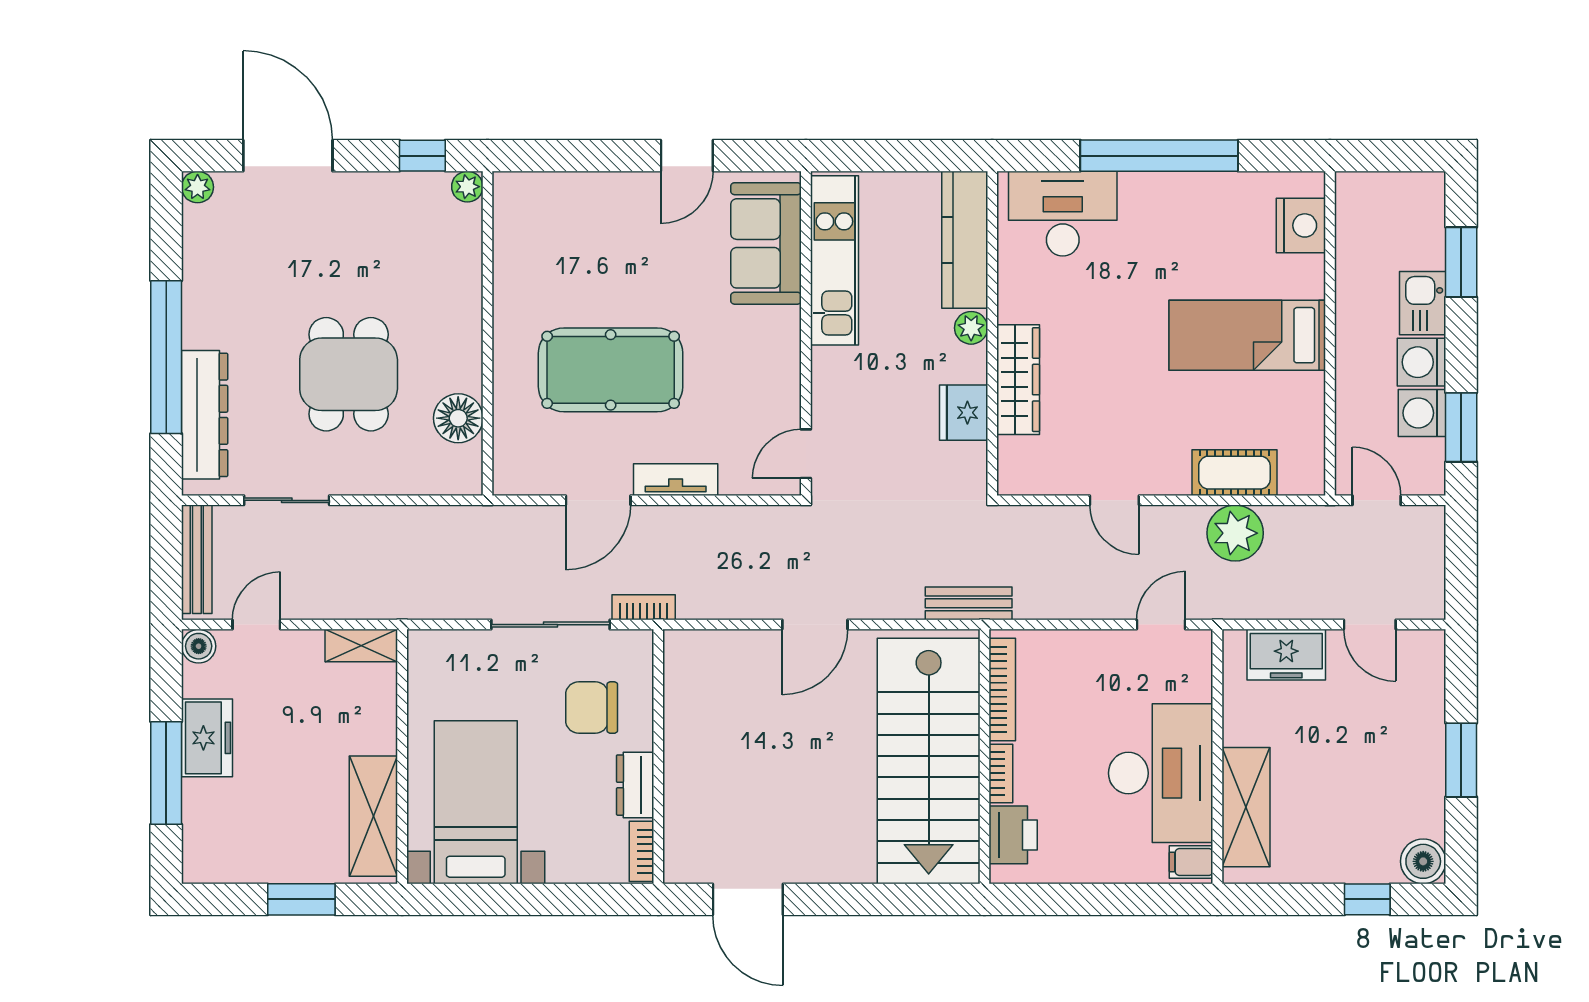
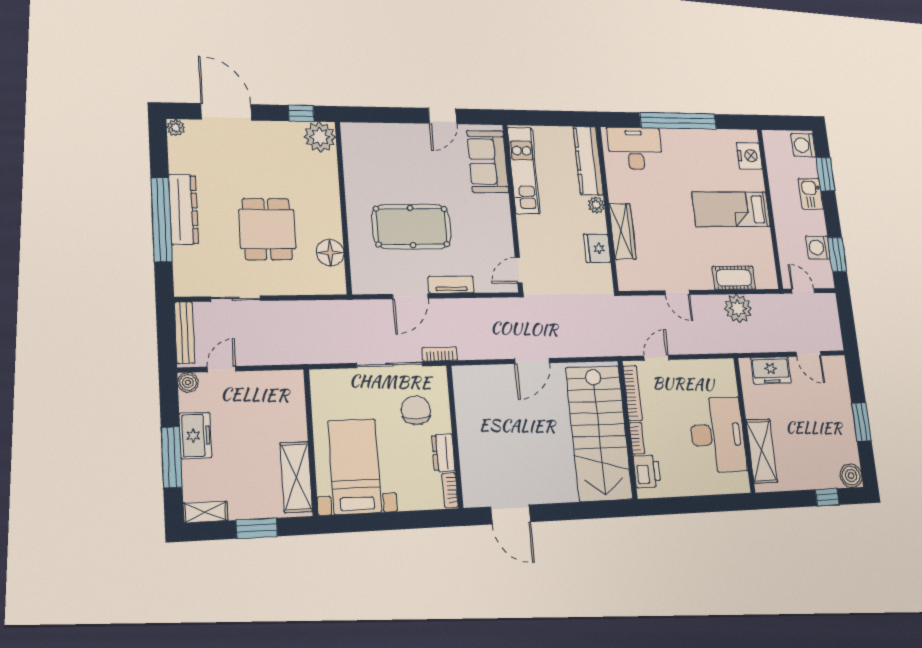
plant: (467, 187) -> (320, 137), width x1.88, depth x1.88
washing machine: (1422, 362) -> (803, 145), moved
dresser: (205, 415) -> (184, 209), moved
bench: (969, 603) -> (610, 348), removed
door: (1161, 625) -> (656, 358), moved
shelving: (361, 645) -> (205, 512), moved
chair: (592, 708) -> (416, 410), turned 90
filing cabinet: (1191, 862) -> (738, 482), removed

